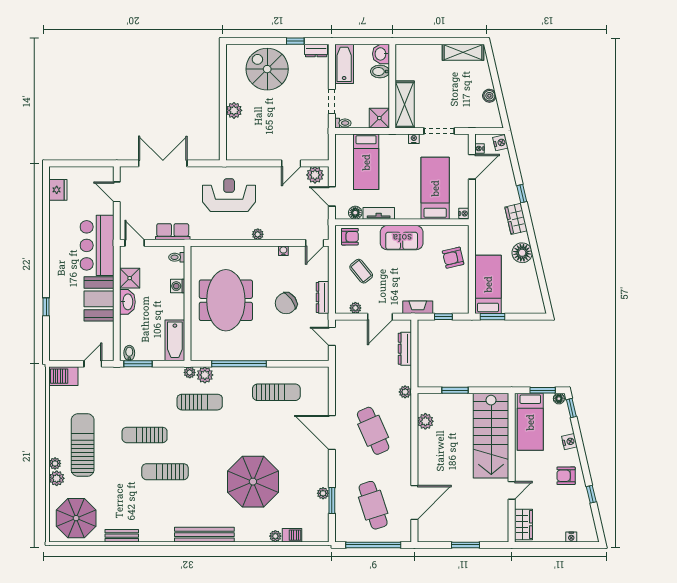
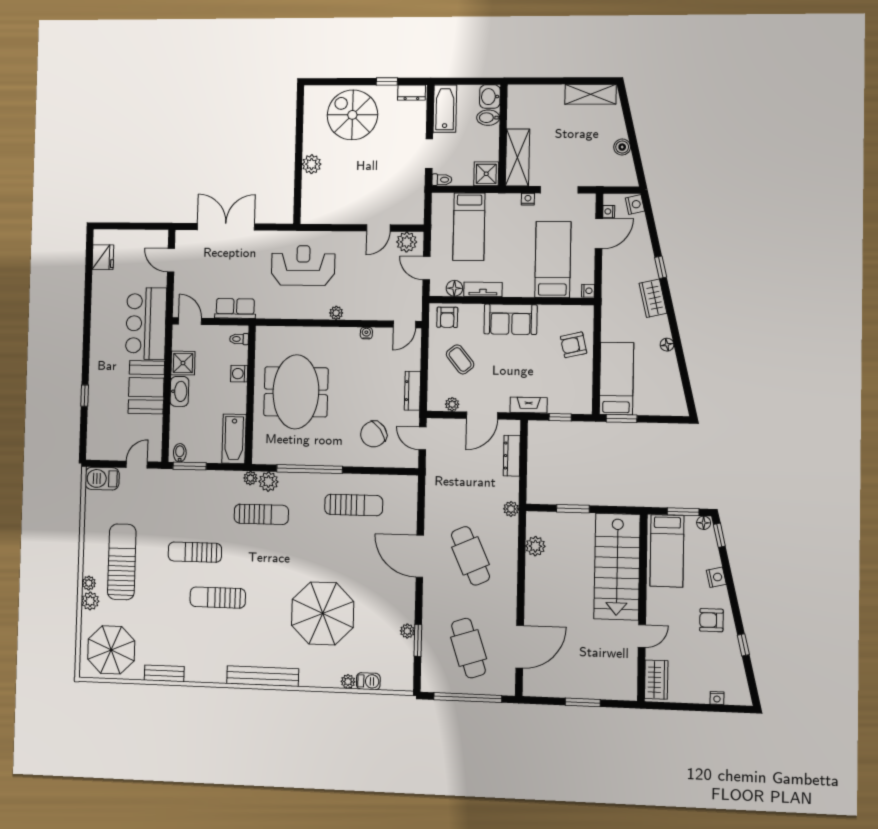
armchair: (350, 237) -> (447, 317), turned 90
floor lamp: (522, 253) -> (667, 345), width x0.53, depth x0.53
chair: (286, 303) -> (374, 434), moved

